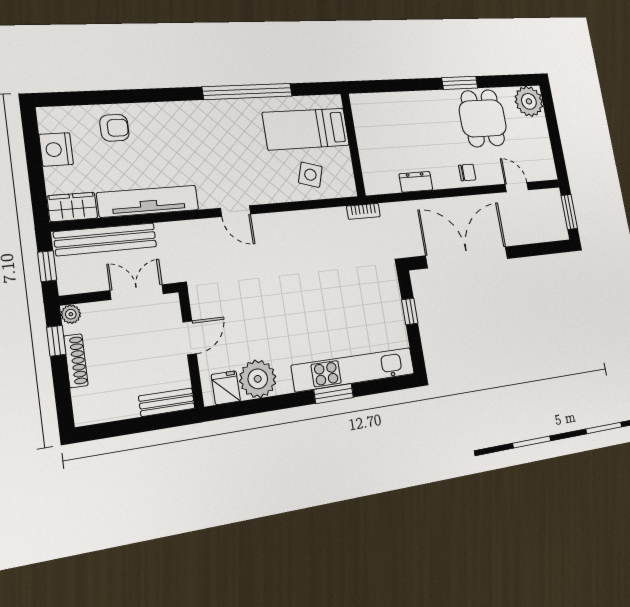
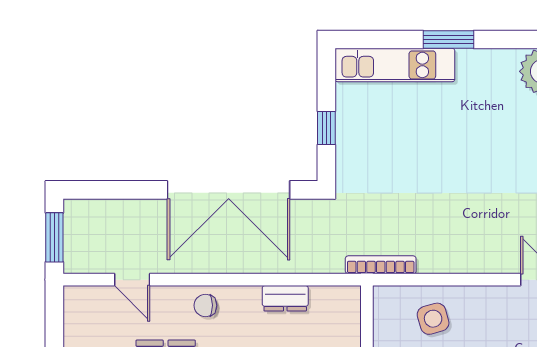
side table: (310, 175) -> (433, 319), turned -33
bookcase: (363, 211) -> (381, 265), width x1.56
kitchen unit: (354, 369) -> (395, 65), width x0.73

